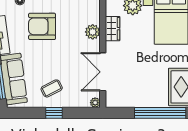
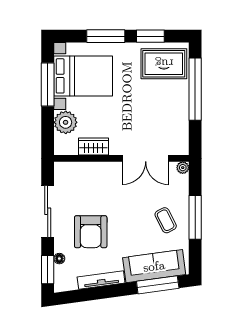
plant: (93, 32) -> (97, 171), removed
window: (54, 113) -> (195, 217), width x2.17

